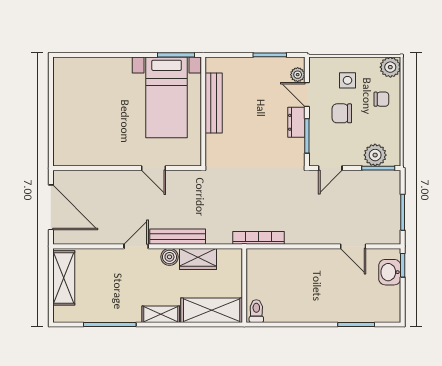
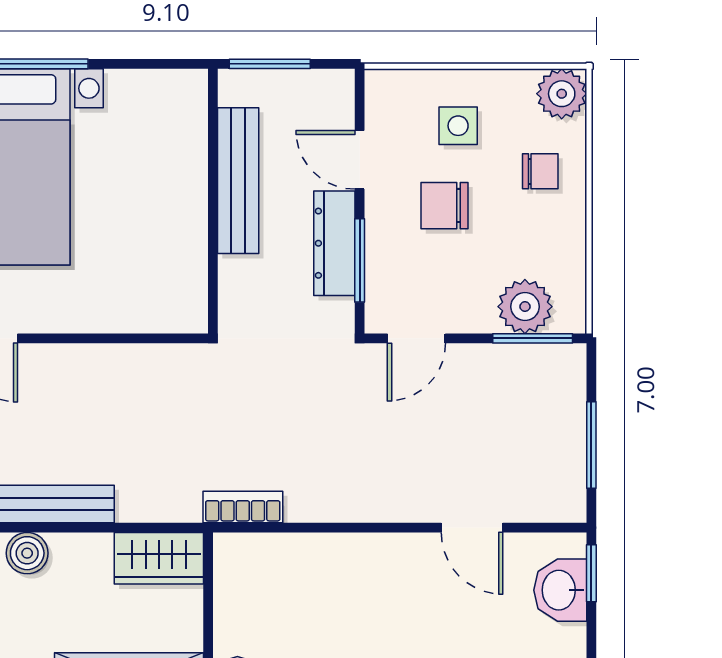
plant: (298, 75) -> (337, 112), removed
bench: (214, 103) -> (238, 181), moved
wall: (203, 111) -> (213, 201), moved
dresser: (296, 122) -> (334, 243), width x1.44
bookcase: (259, 238) -> (243, 507), width x0.64
wardrobe: (198, 259) -> (159, 558), moved

